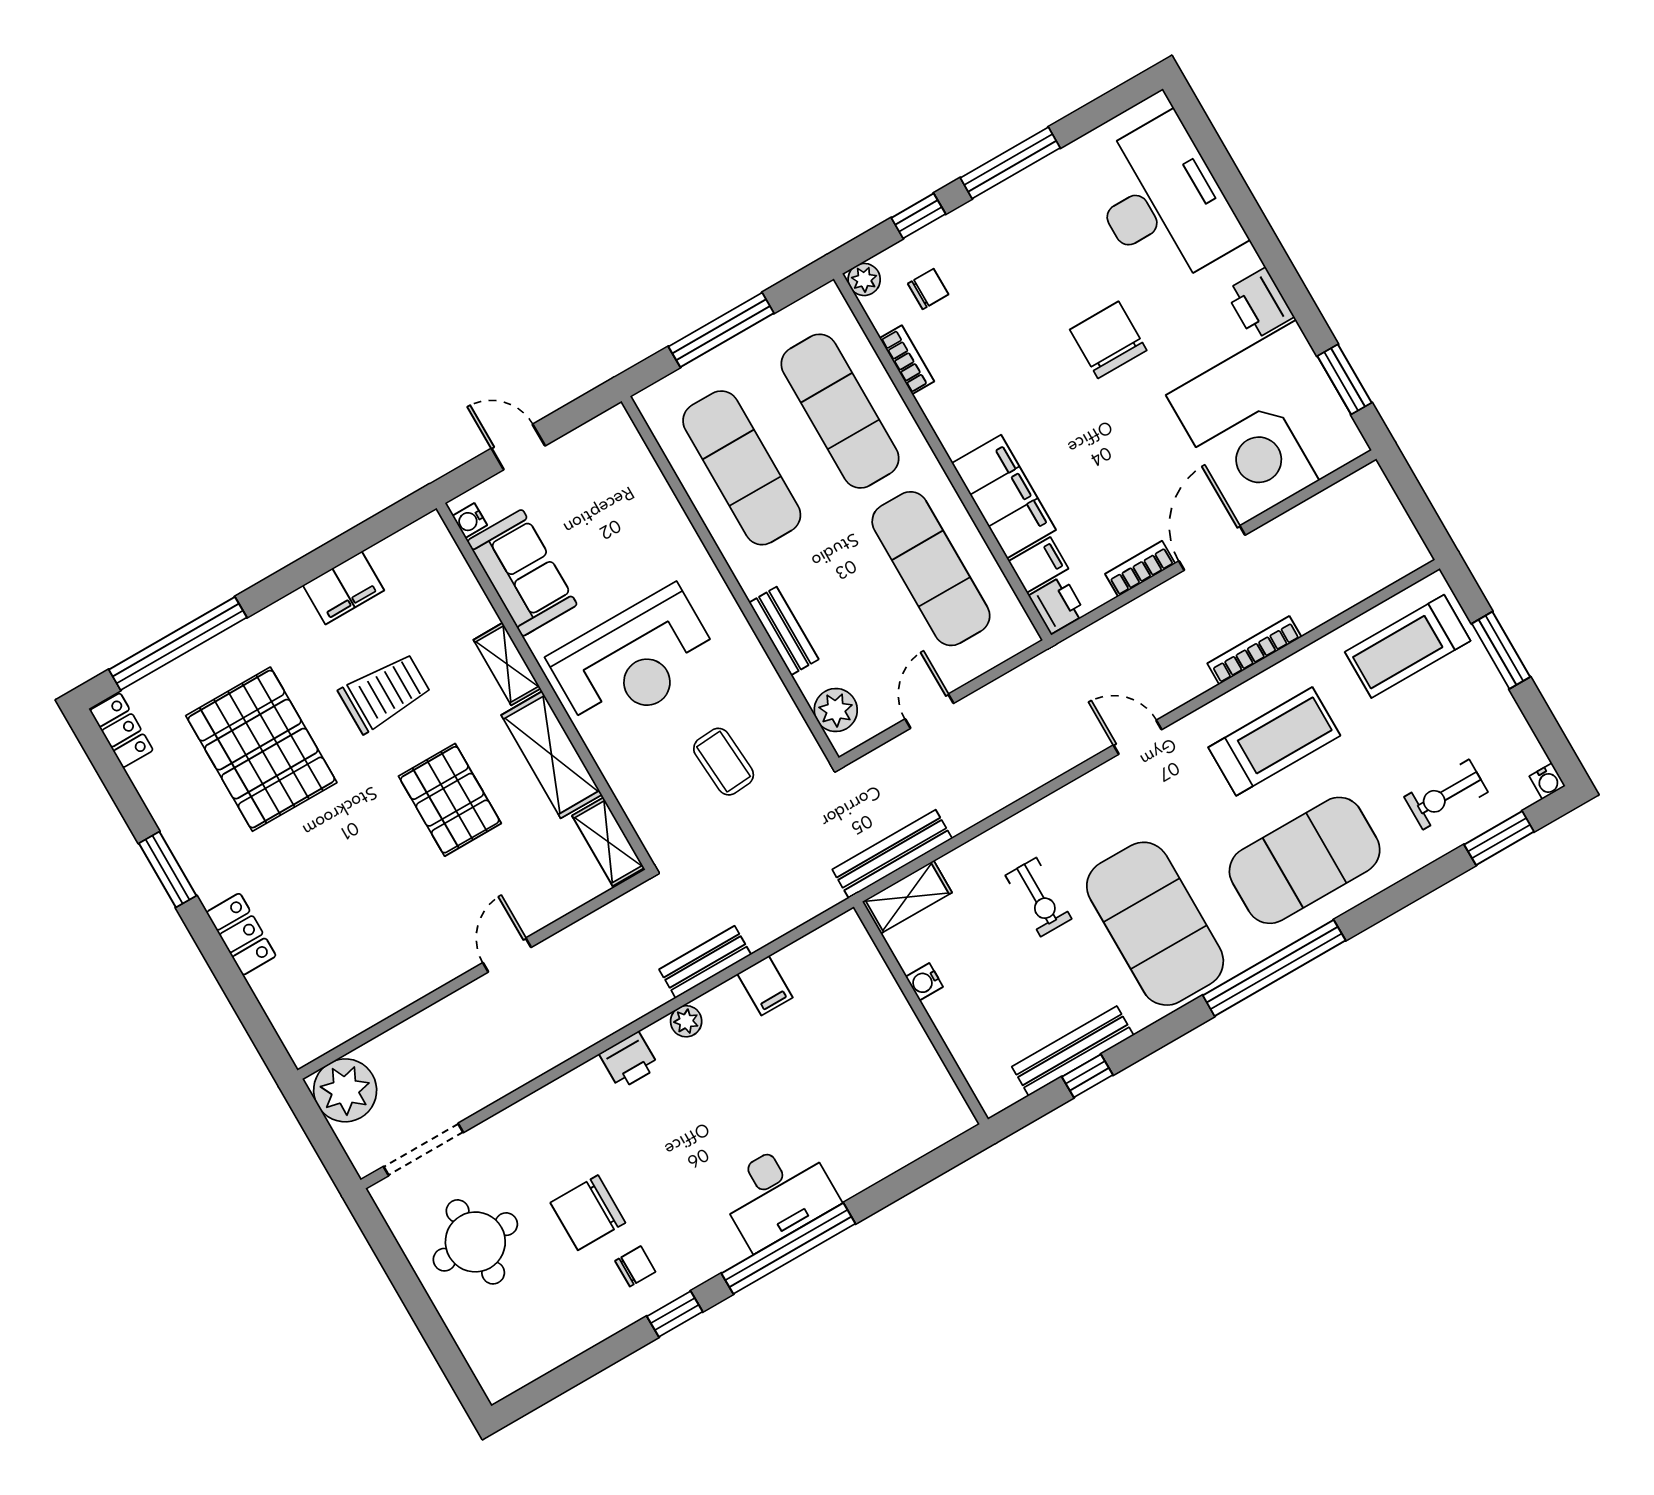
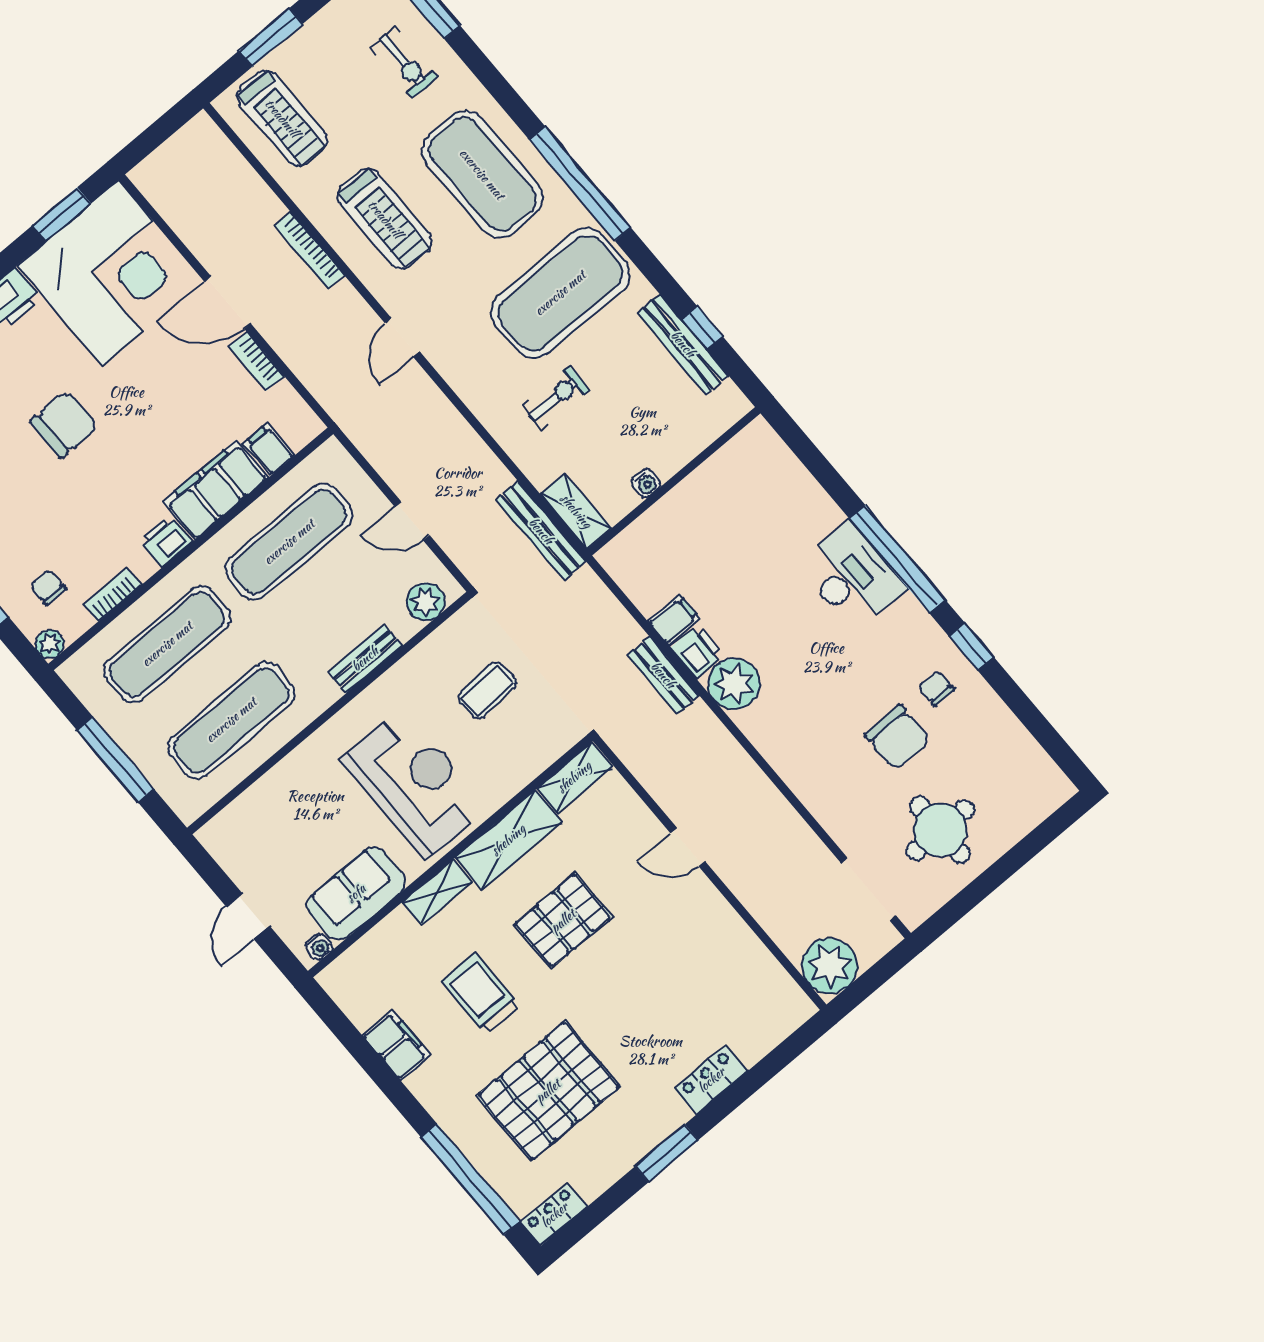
chair: (1108, 340) -> (64, 424), turned 180
printer: (1057, 605) -> (166, 541), moved
treadmill: (1274, 741) -> (385, 219), turned 180
plant: (686, 1021) -> (734, 684), width x1.87, depth x1.87
printer: (629, 1060) -> (697, 651), moved

